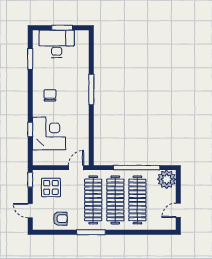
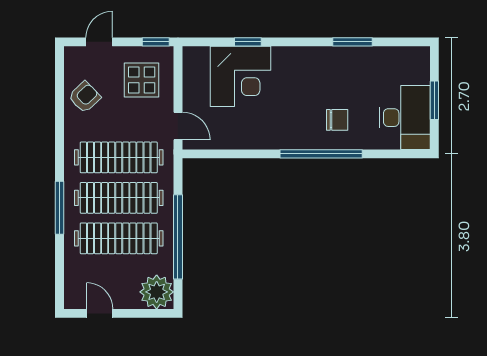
desk: (57, 44) -> (405, 118), moved
window: (30, 59) -> (353, 42), moved
window: (91, 89) -> (321, 154), width x1.46
chair: (50, 95) -> (337, 120), moved
armchair: (60, 219) -> (85, 97), turned -134
window: (91, 232) -> (60, 208), moved

